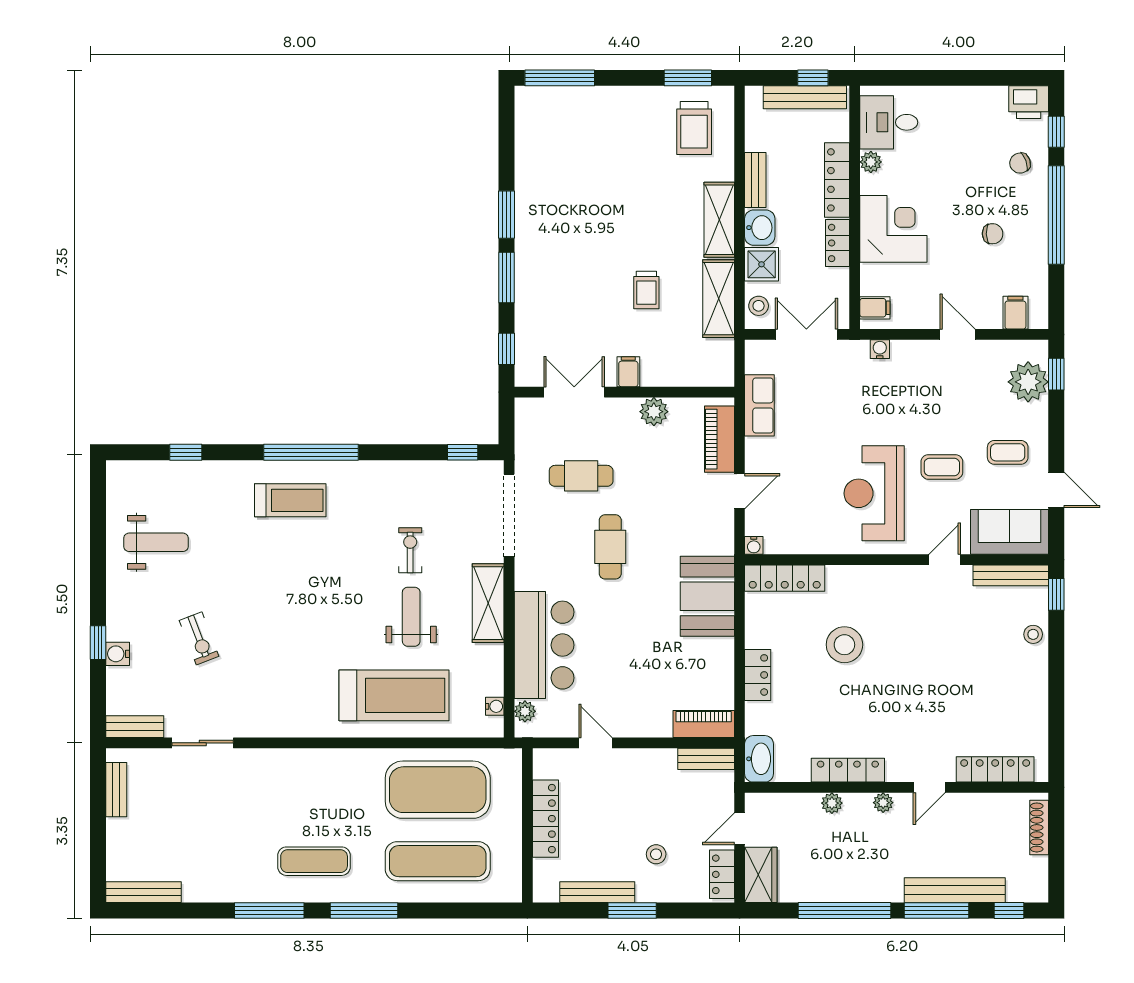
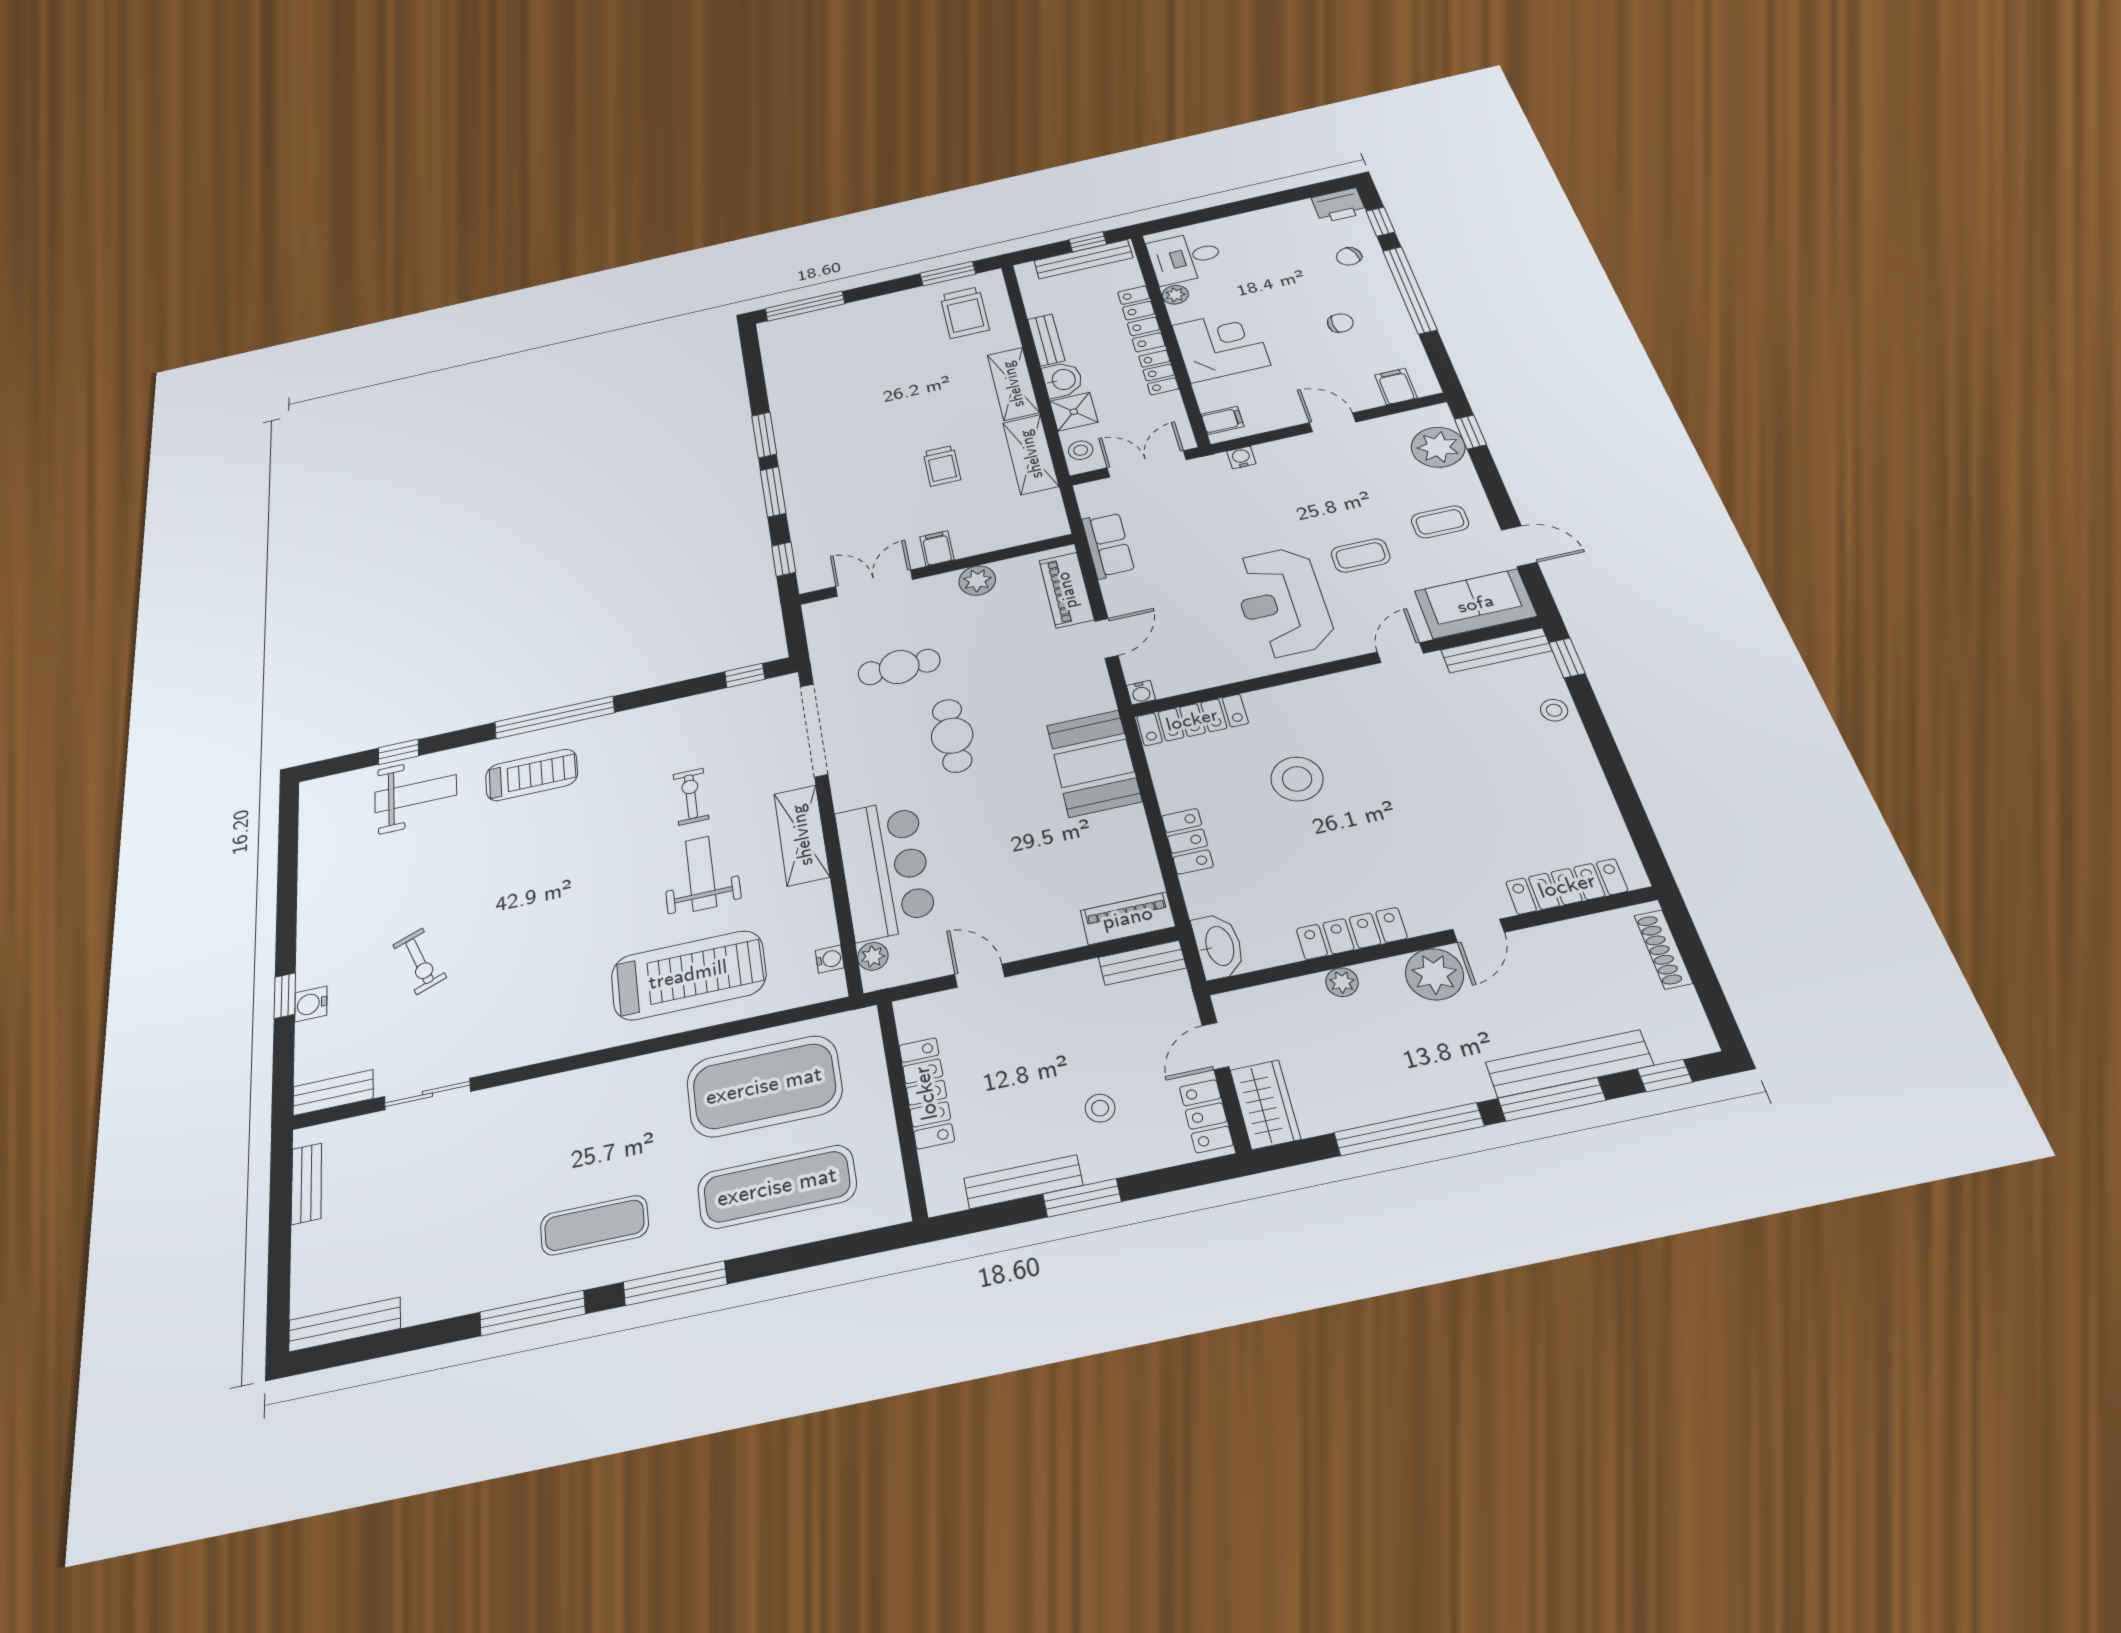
weight bench: (156, 542) -> (416, 794), moved
plant: (883, 803) -> (1434, 974), width x1.88, depth x1.88

